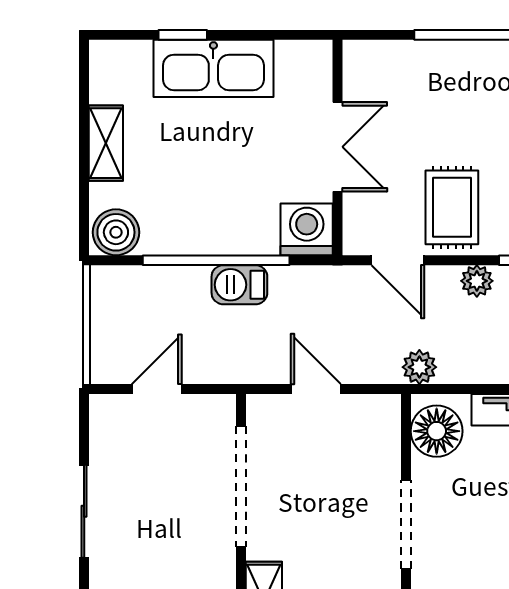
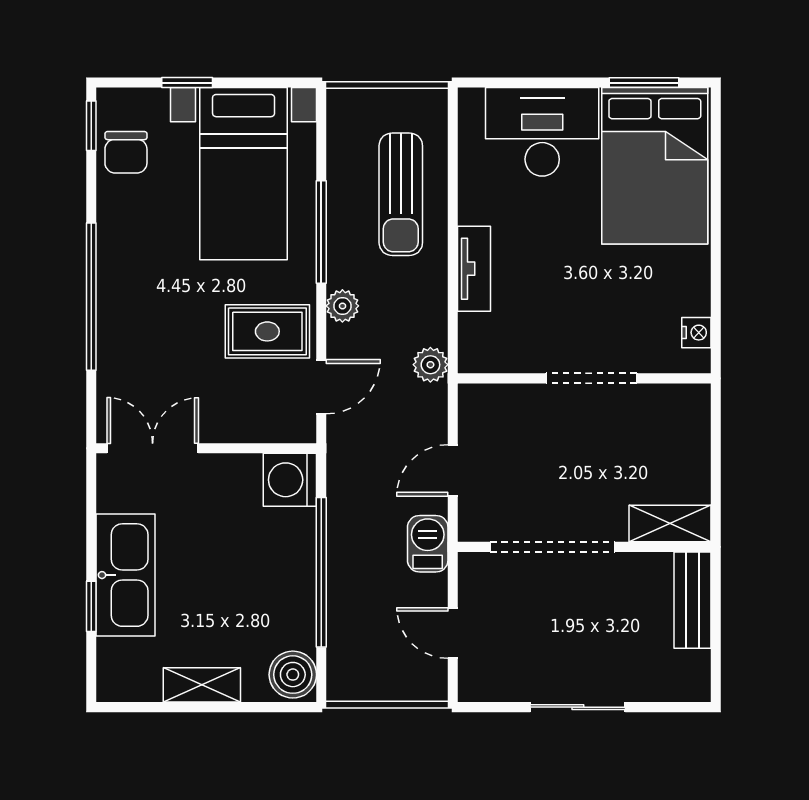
double door: (338, 147) -> (153, 448), moved
barbecue: (239, 285) -> (428, 544), moved, turned 180
floor lamp: (437, 431) -> (496, 347), removed

